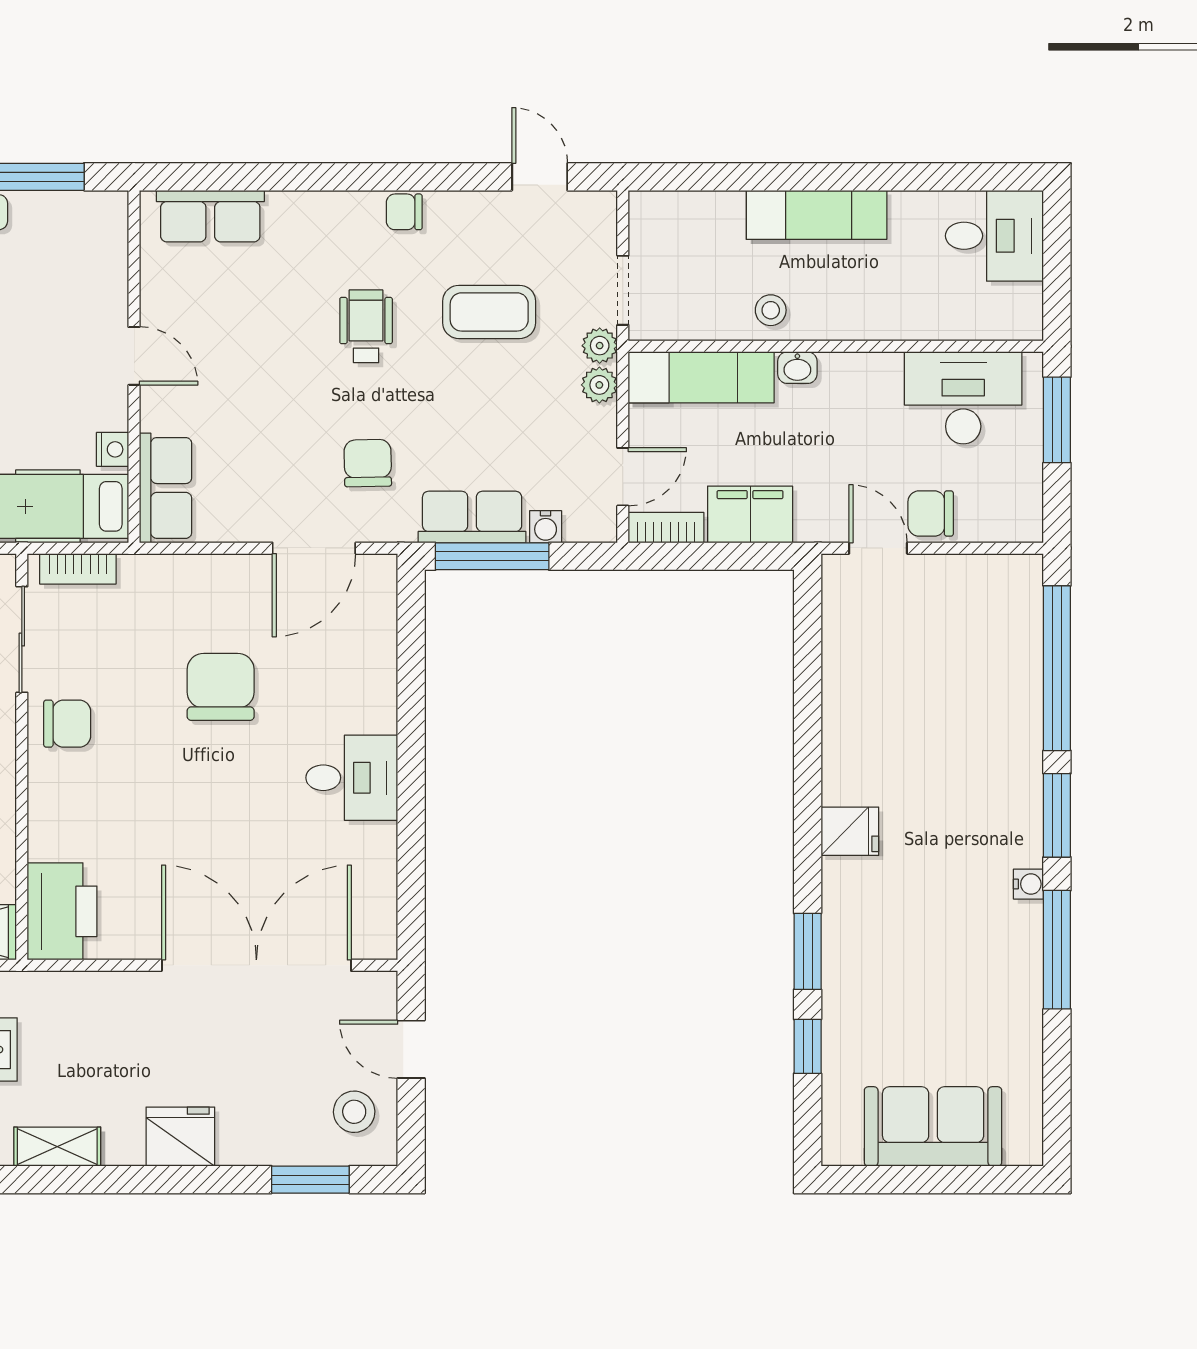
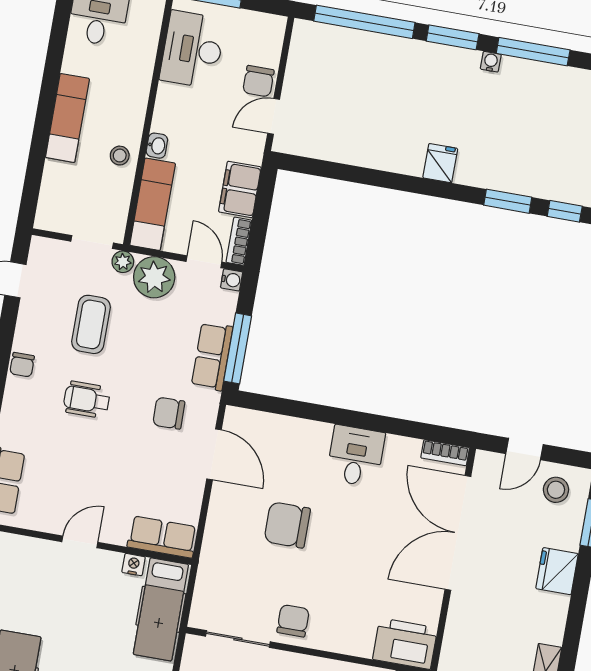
plant: (599, 385) -> (154, 277), width x1.87, depth x1.87
water cooler: (546, 527) -> (232, 280), moved
bookcase: (78, 569) -> (445, 453), moved, turned 90
fridge: (180, 1137) -> (557, 571), moved

